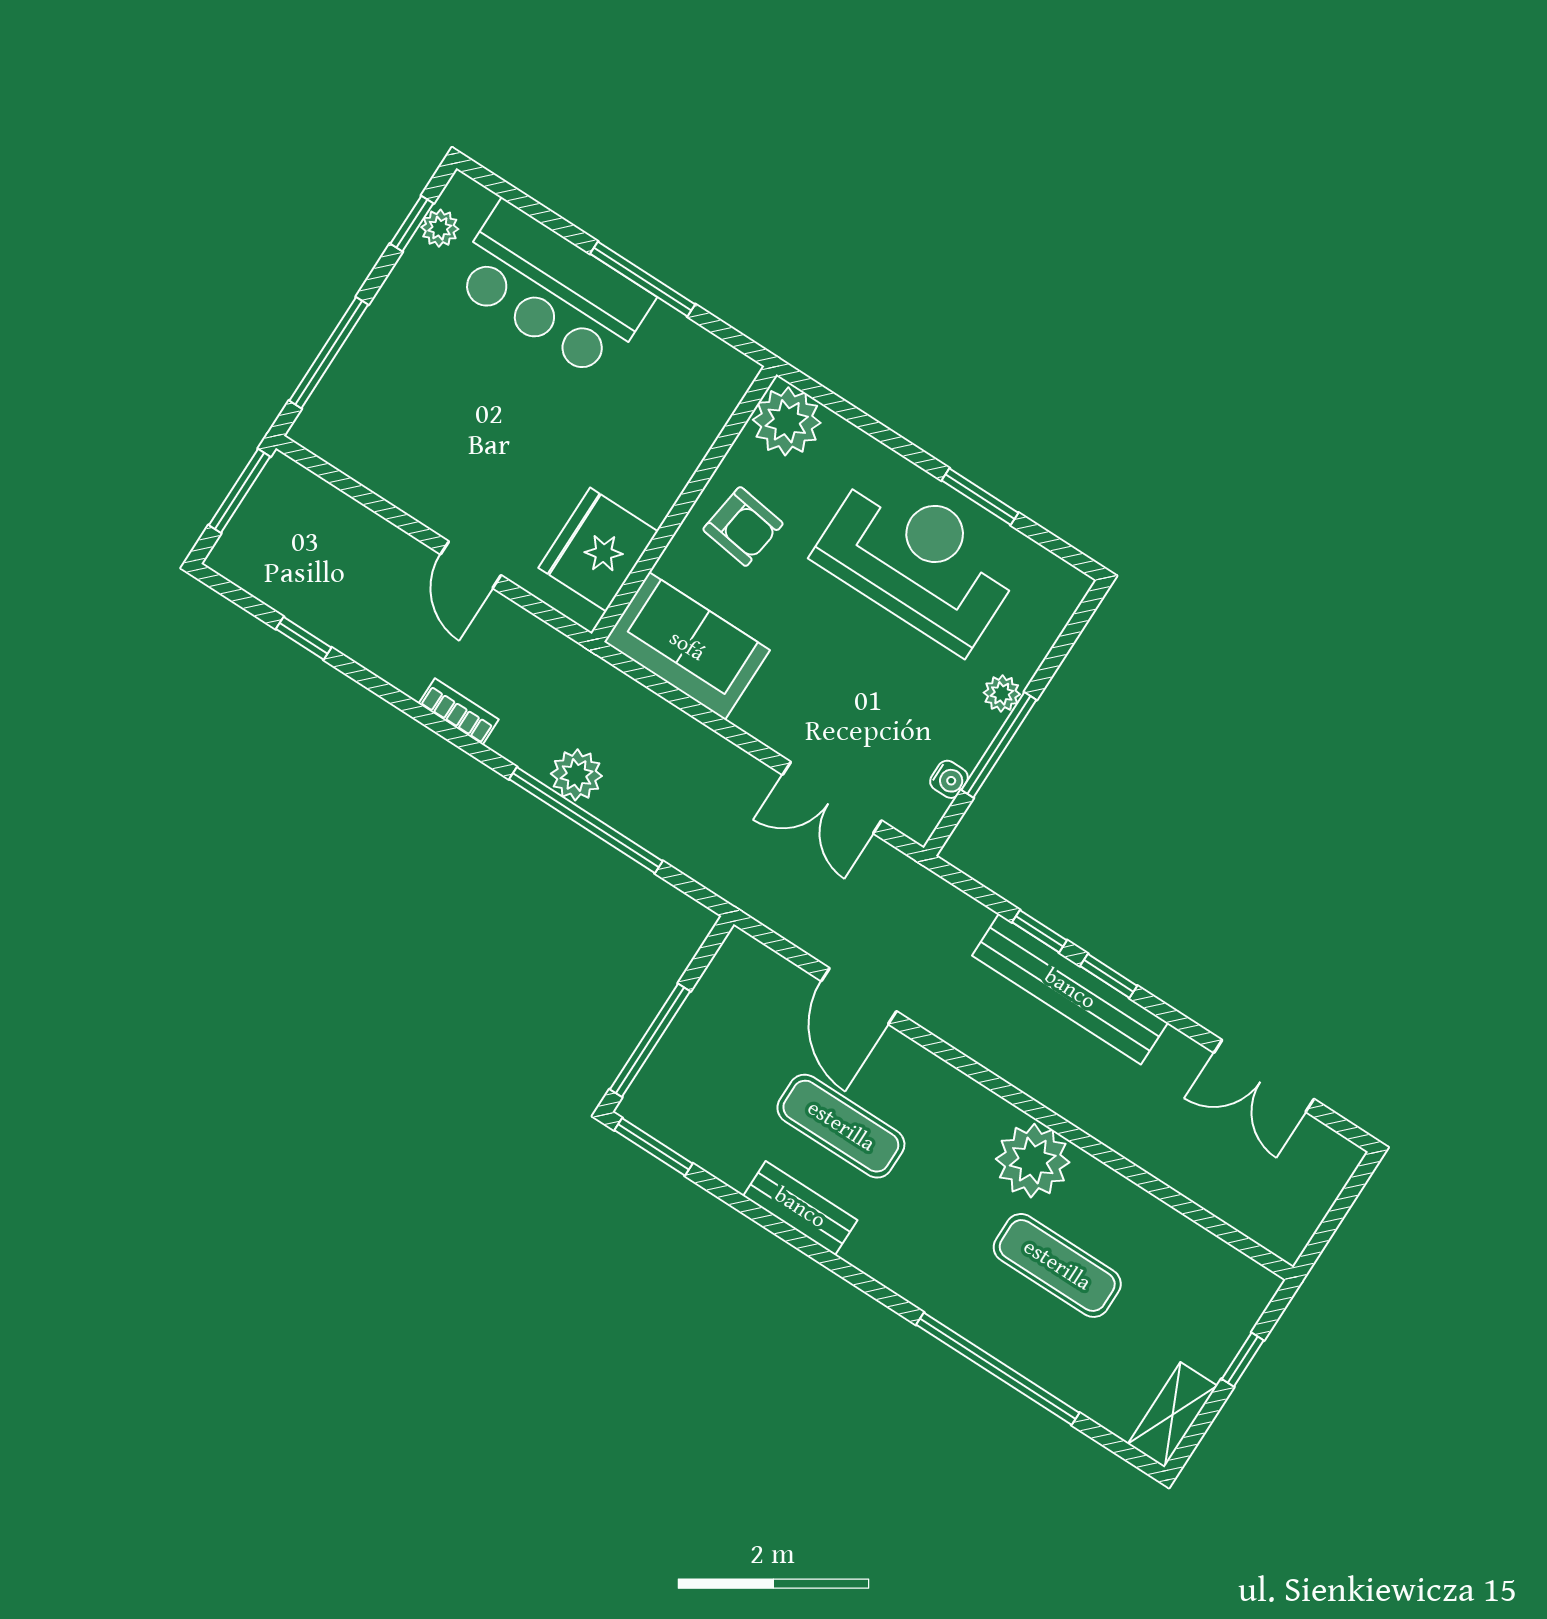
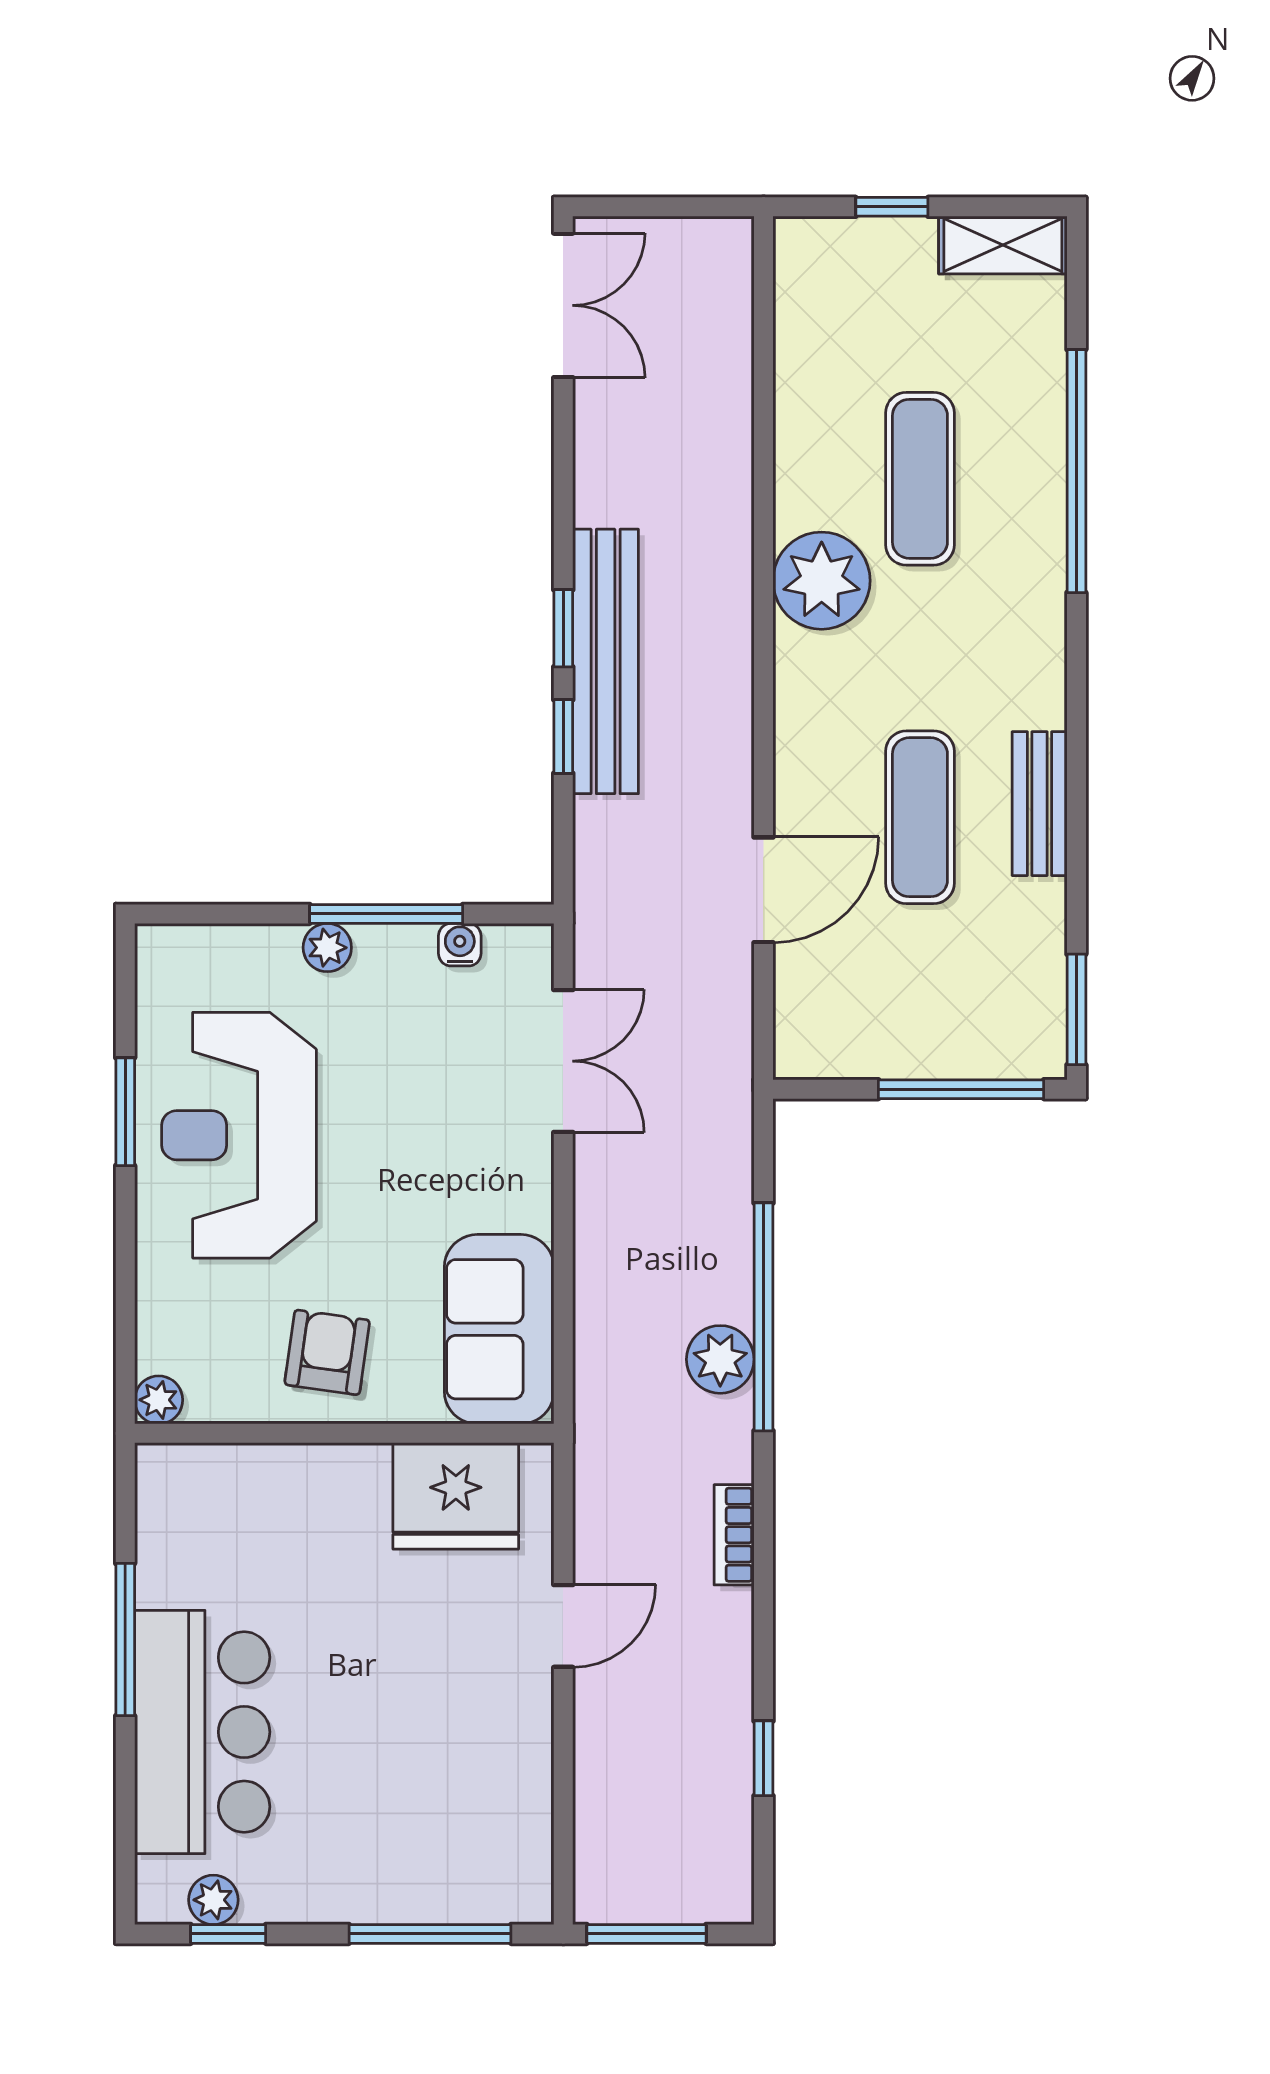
plant: (787, 421) -> (159, 1400), width x0.53, depth x0.53
double door: (1264, 1076) -> (563, 305), moved

